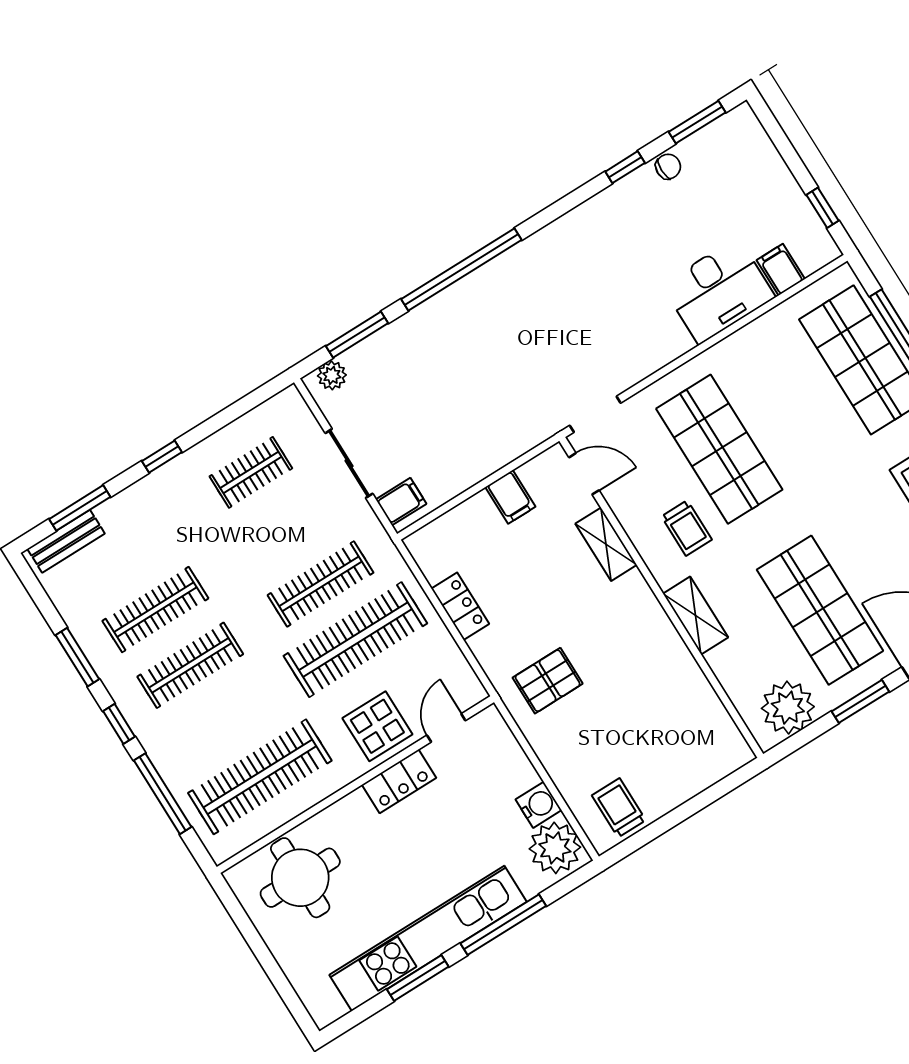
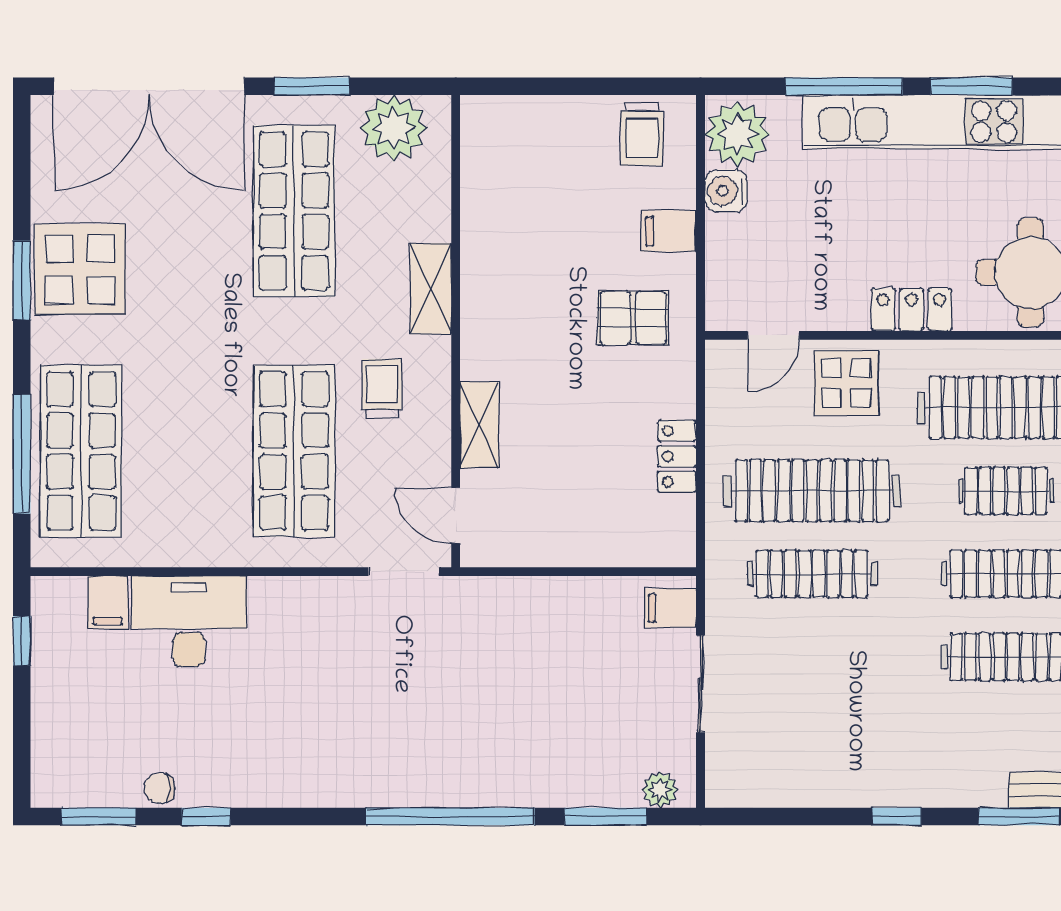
clothes rail: (251, 472) -> (1006, 491), moved
filing cabinet: (510, 497) -> (669, 231), moved, turned -90
locker: (399, 781) -> (911, 310), moved

